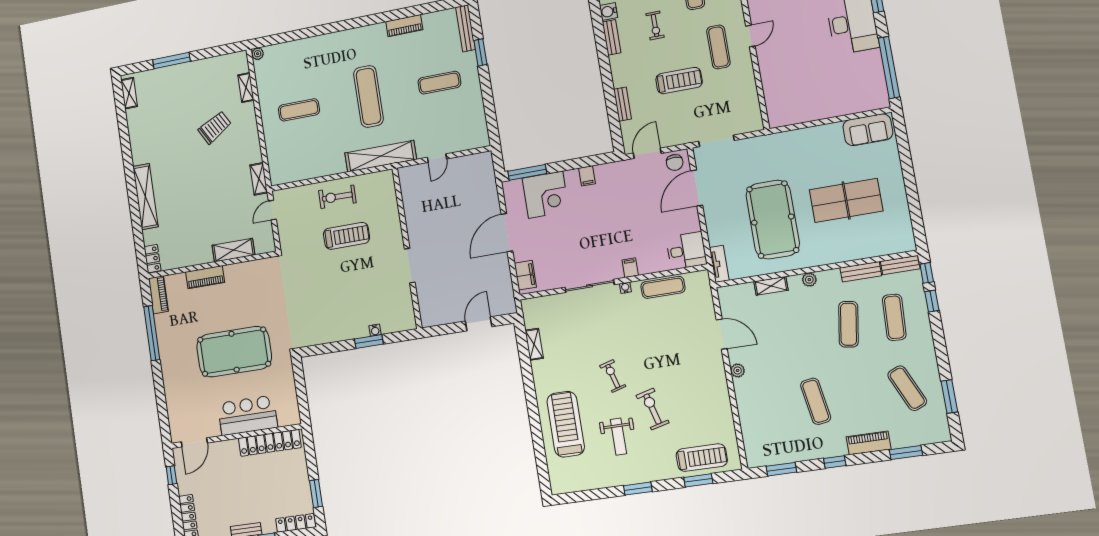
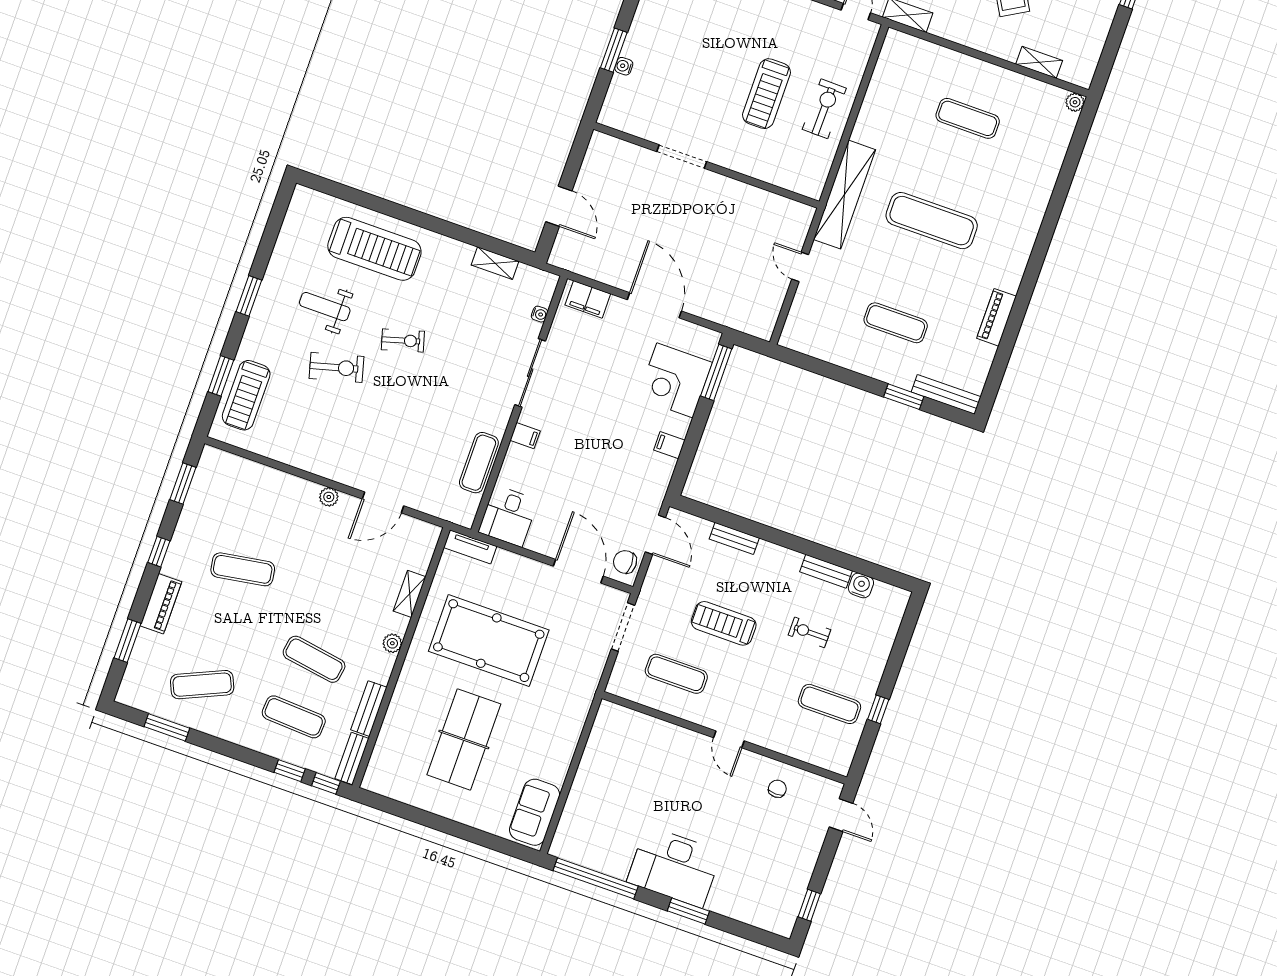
exercise mat: (718, 47) -> (676, 674), moved
treadmill: (679, 81) -> (724, 623), turned 90
exercise mat: (439, 83) -> (896, 323), turned 90
exercise mat: (299, 110) -> (968, 118), turned 90
water cooler: (625, 288) -> (540, 314), moved

